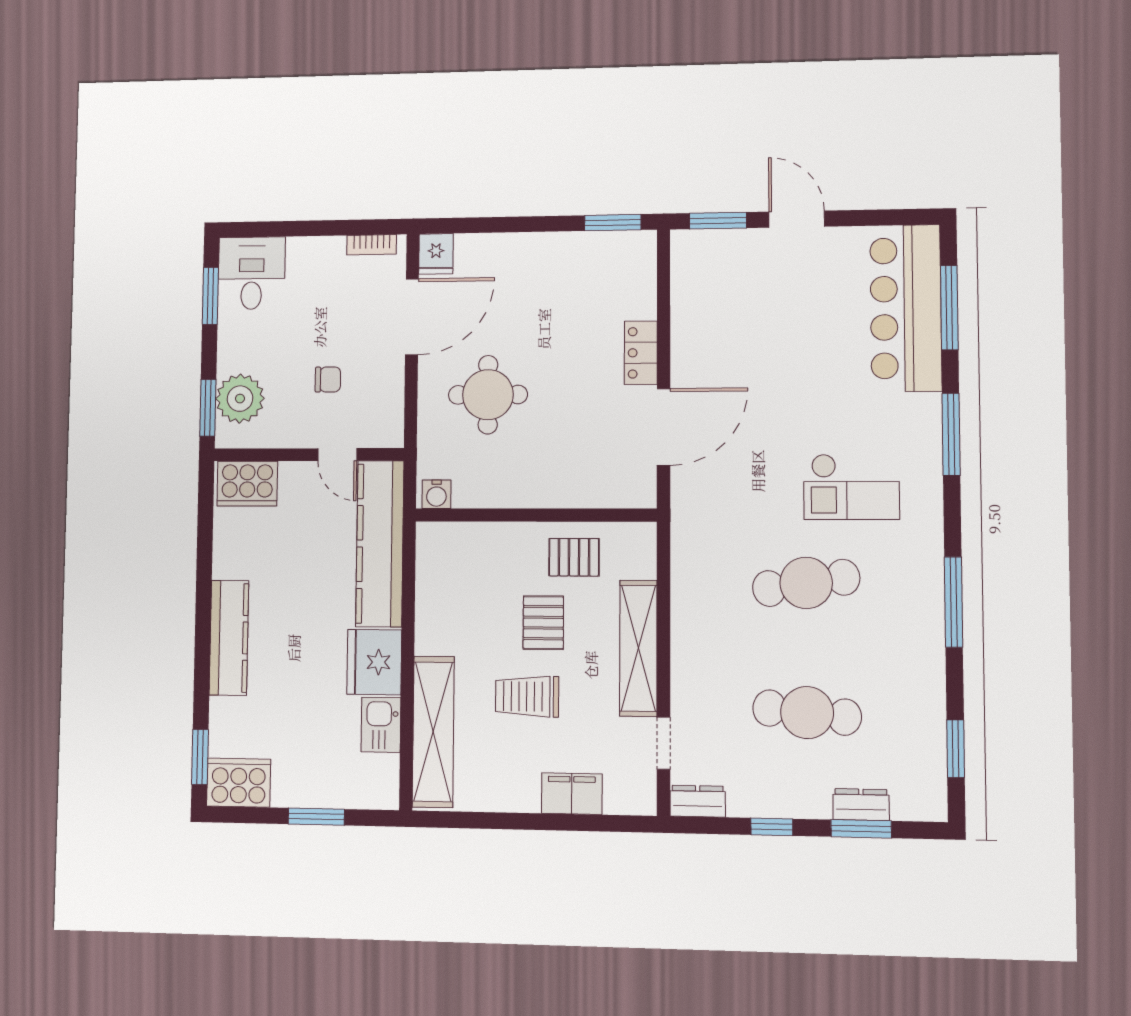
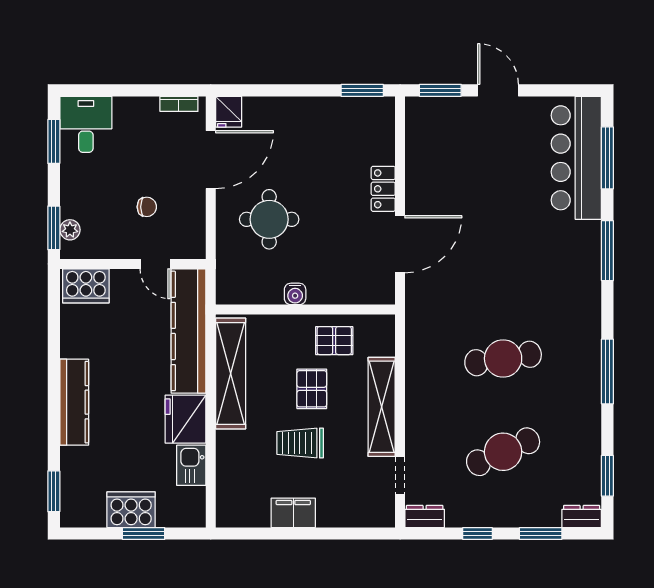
plant: (240, 399) -> (70, 230), width x0.53, depth x0.53
checkout: (851, 487) -> (536, 289), removed
water cooler: (436, 494) -> (295, 294), moved
cafe table: (807, 713) -> (503, 452), turned -30
shelving: (433, 732) -> (231, 373), moved
cooker: (239, 783) -> (131, 510), moved
filing cabinet: (572, 794) -> (293, 513), moved
dresser: (861, 805) -> (582, 516), moved

